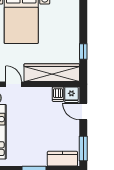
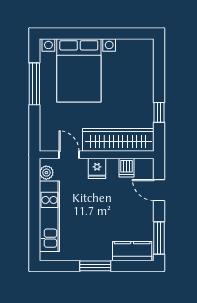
fridge: (71, 95) -> (97, 168), moved

